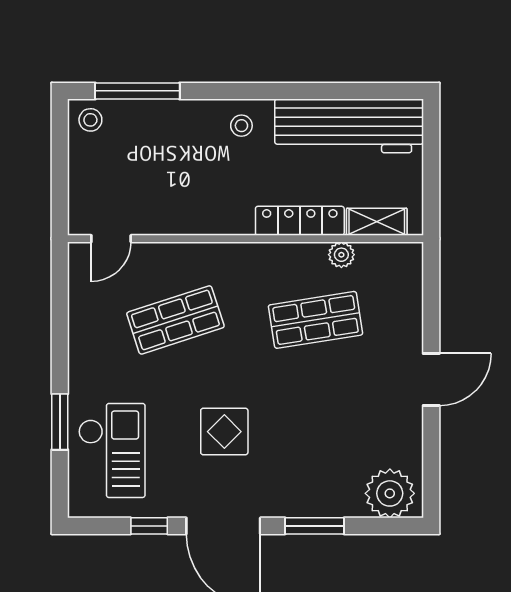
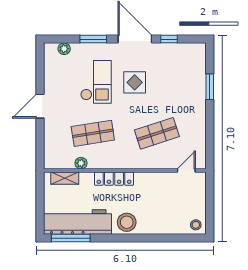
window: (137, 91) -> (71, 238), moved
stool: (241, 126) -> (127, 222), width x1.89, depth x1.89
locker: (300, 221) -> (114, 179), moved
checkout: (112, 450) -> (96, 82), moved, turned 180
plant: (390, 493) -> (64, 49), width x0.53, depth x0.53

